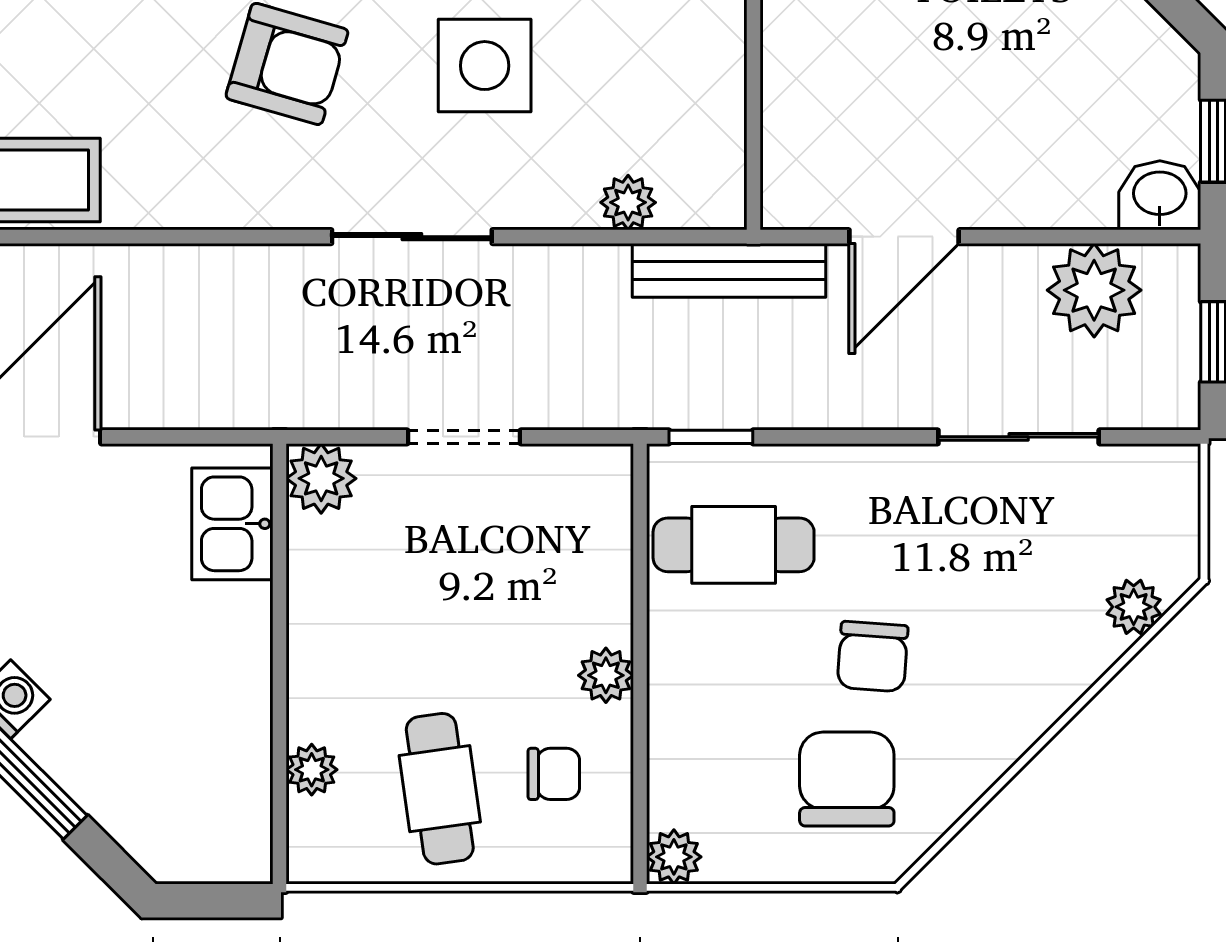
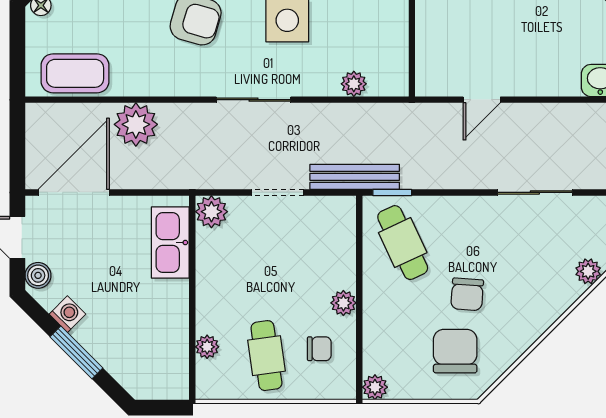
door: (904, 237) -> (482, 100), width x0.73
bench: (729, 270) -> (355, 177), moved
plant: (1094, 290) -> (136, 124), moved
kitchen sink: (232, 524) -> (170, 243), width x1.38
cafe table: (734, 545) -> (403, 243), turned 65

